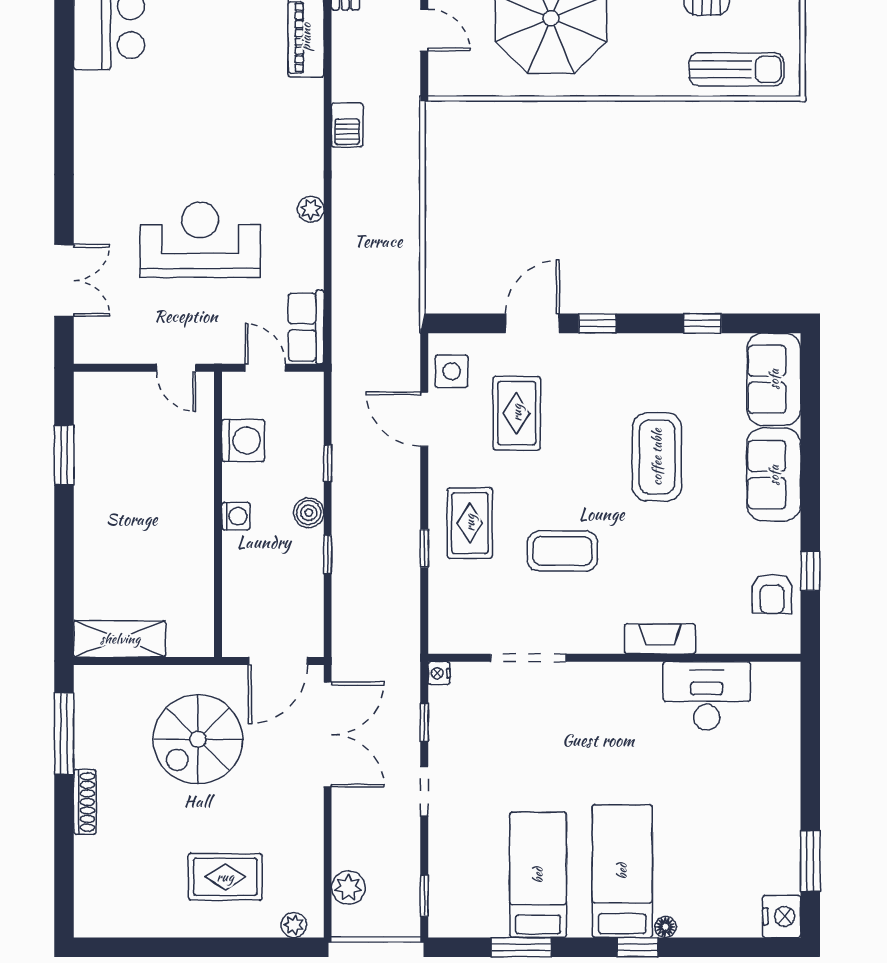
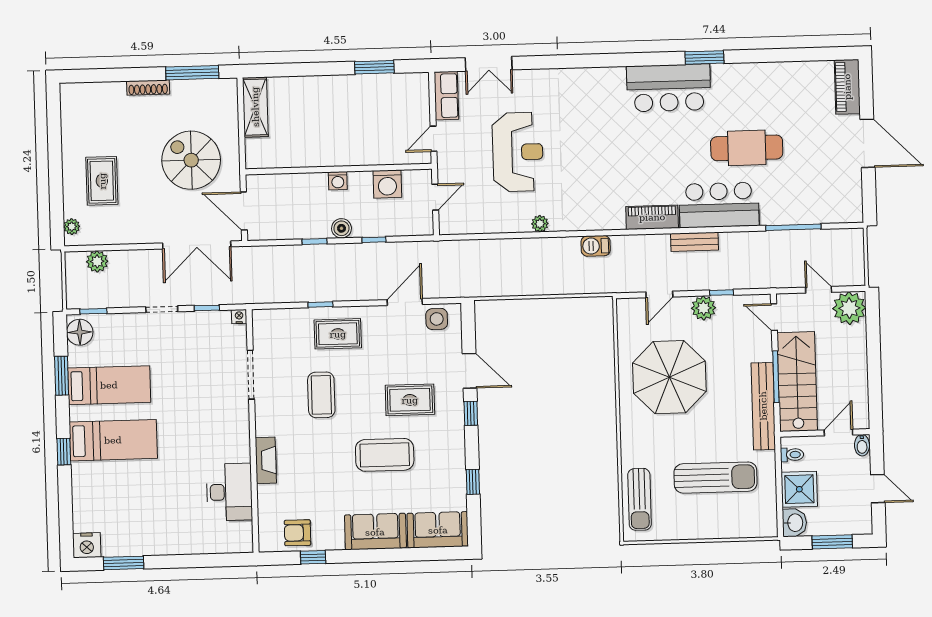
row of seats: (306, 327) -> (446, 96), moved, turned 90
rug: (517, 413) -> (410, 400), moved
floor lamp: (665, 927) -> (80, 332), moved, width x1.89, depth x1.89

